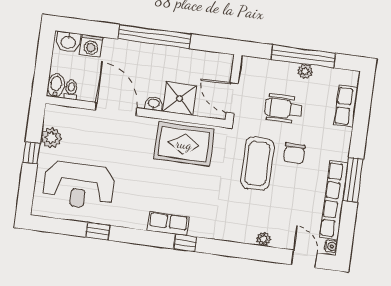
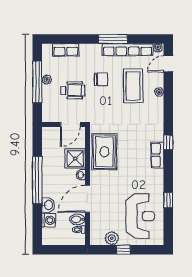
washbasin: (68, 42) -> (48, 205), moved
bidet: (56, 85) -> (77, 219), moved
wheelchair: (283, 109) -> (73, 90), turned -90
coffee table: (257, 164) -> (133, 86), moved, turned 90

